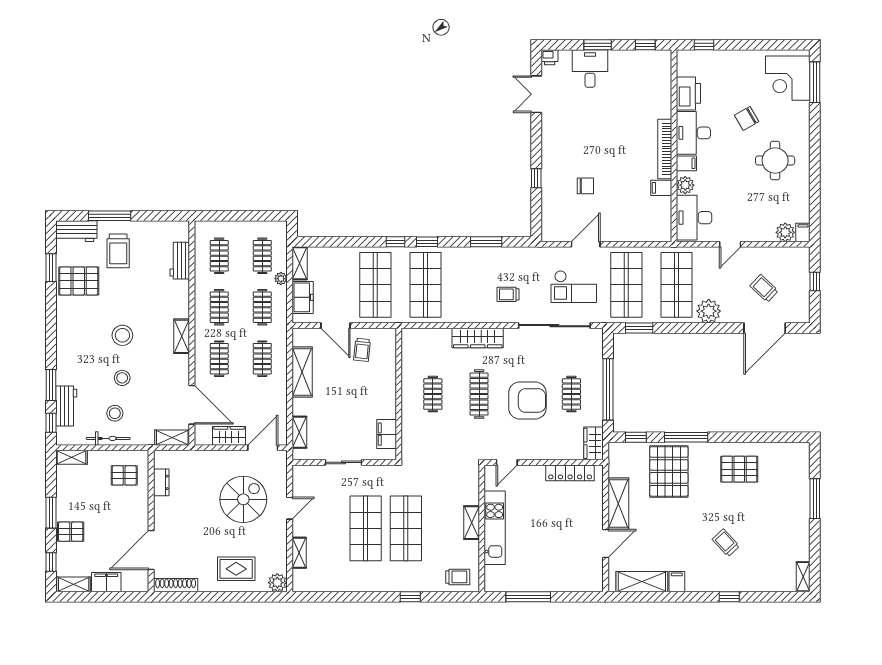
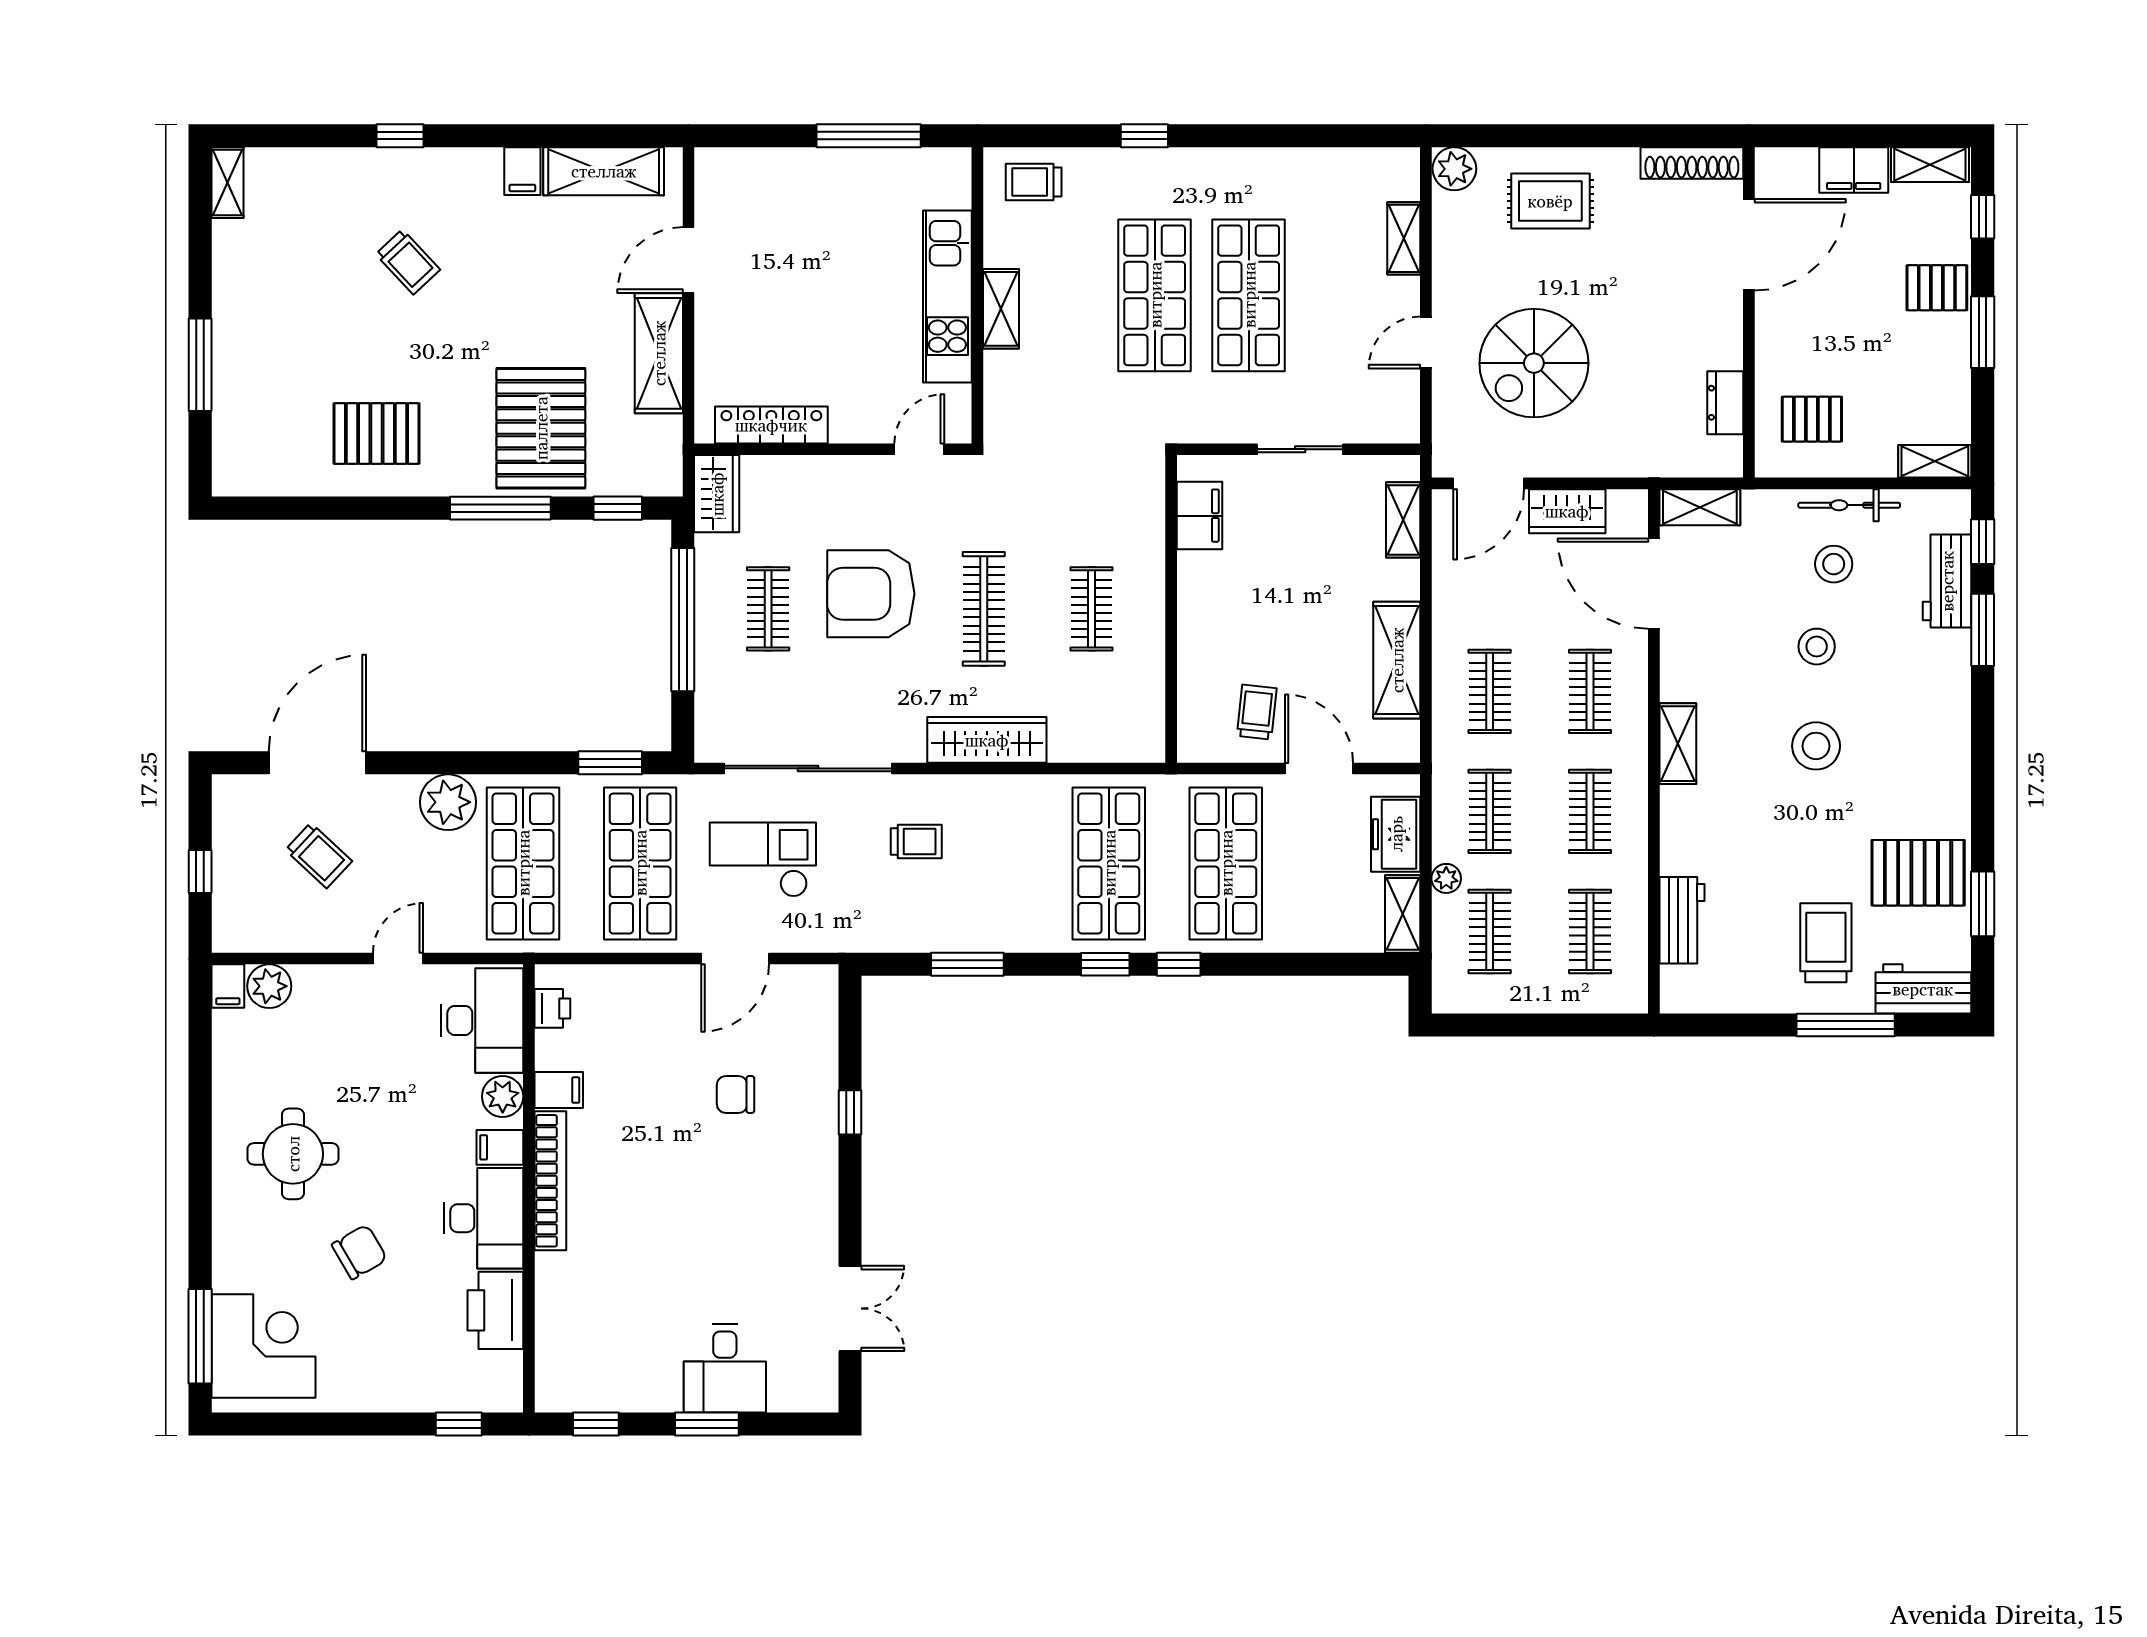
printer: (550, 57) -> (552, 1008), moved, turned 90

